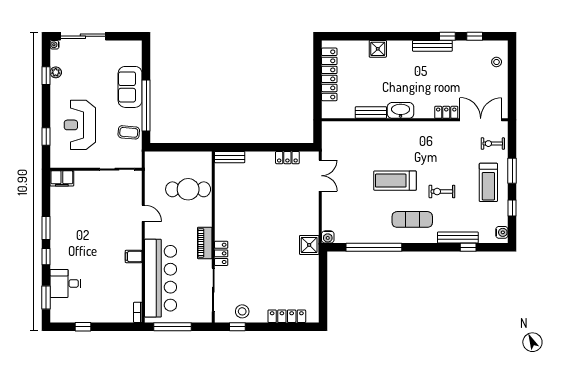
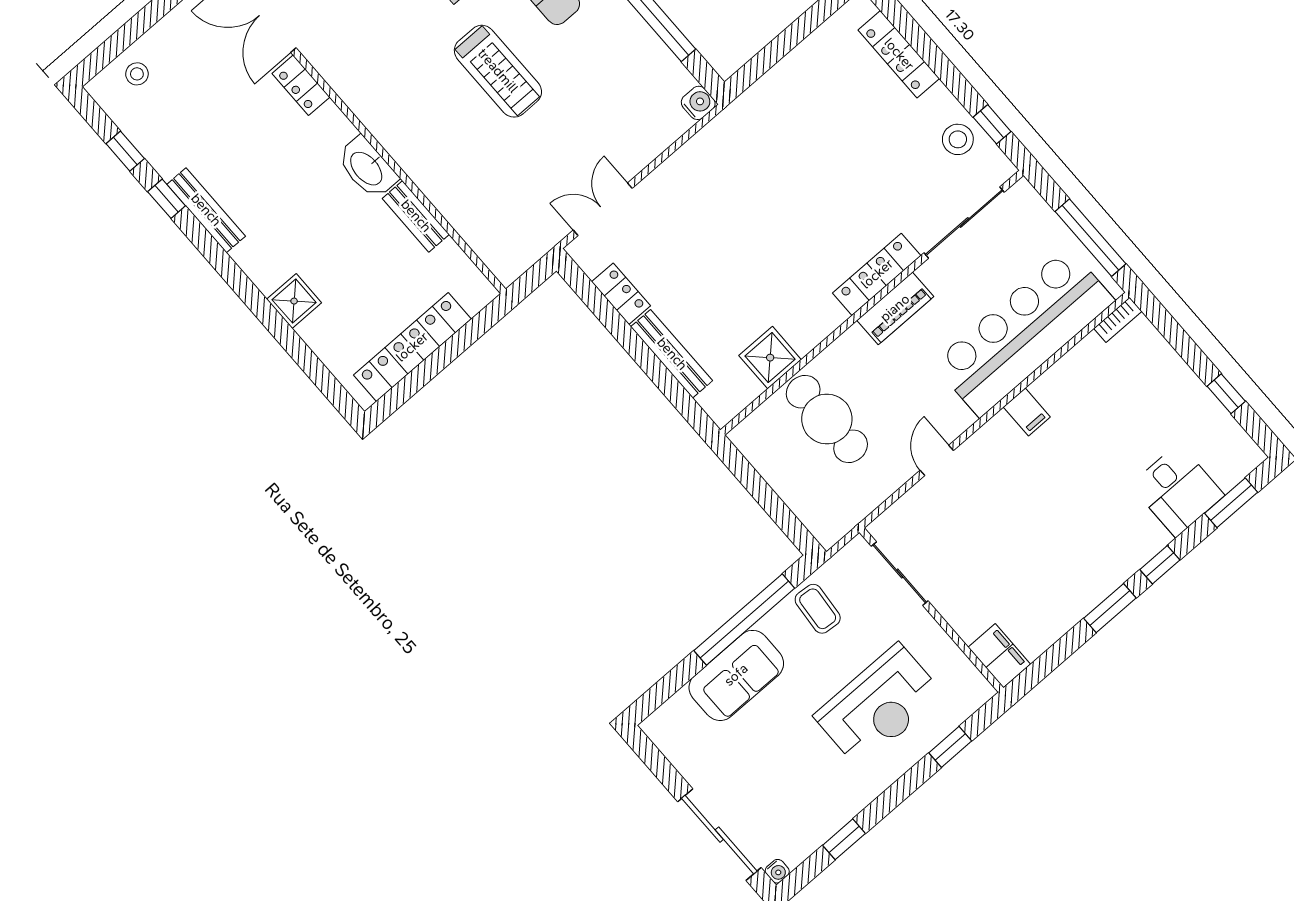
plant: (56, 72) -> (824, 827), removed
bench: (230, 157) -> (672, 354), moved, width x1.36
shower: (309, 245) -> (770, 358), moved
locker: (221, 253) -> (877, 274), width x1.53

